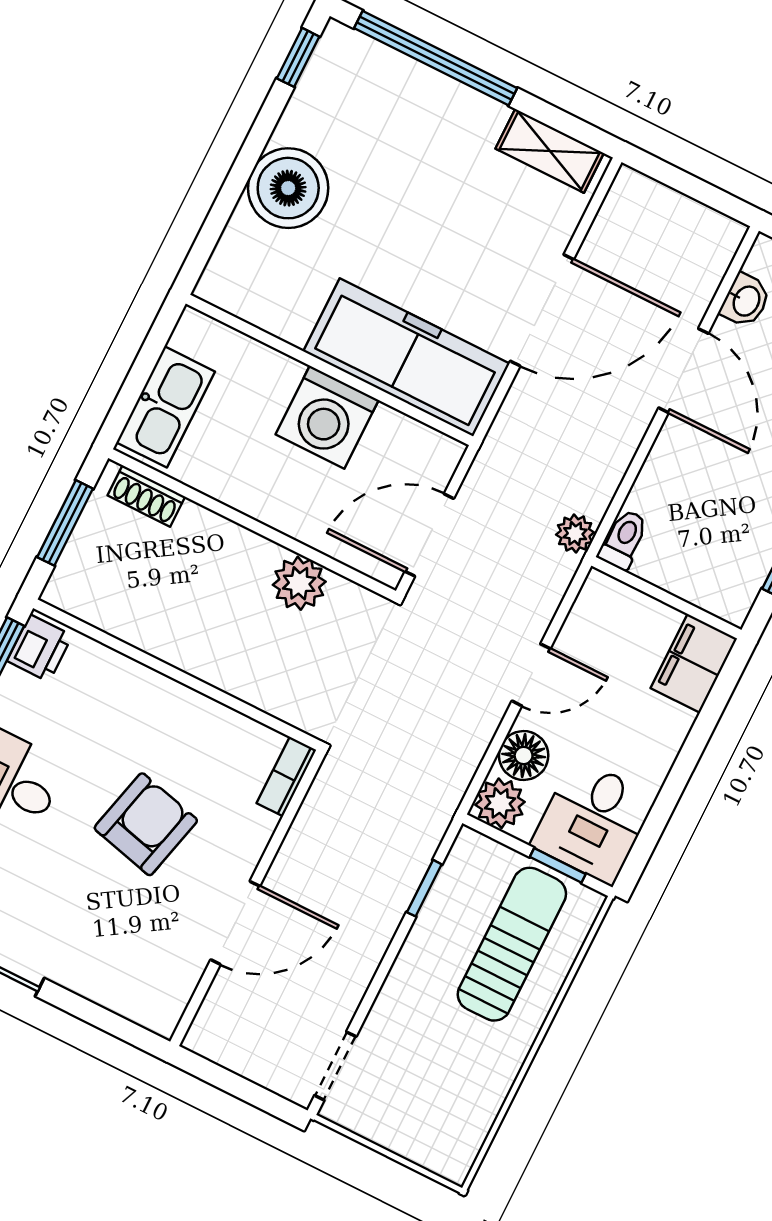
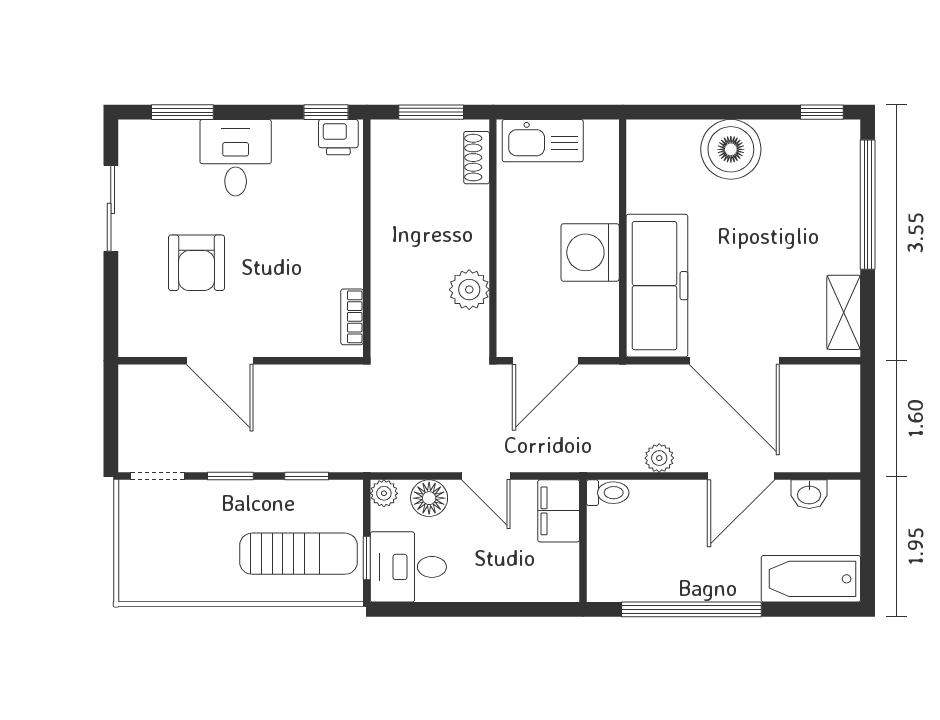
plant: (575, 534) -> (659, 458), moved
door: (429, 535) -> (545, 361), swing flipped
filing cabinet: (694, 663) -> (559, 511), moved, turned -90
bookcase: (286, 777) -> (352, 317), moved, turned -90
plant: (500, 803) -> (384, 493), width x0.73, depth x0.73
armchair: (146, 824) -> (197, 263), moved, turned 76
window: (379, 979) -> (230, 476), added

